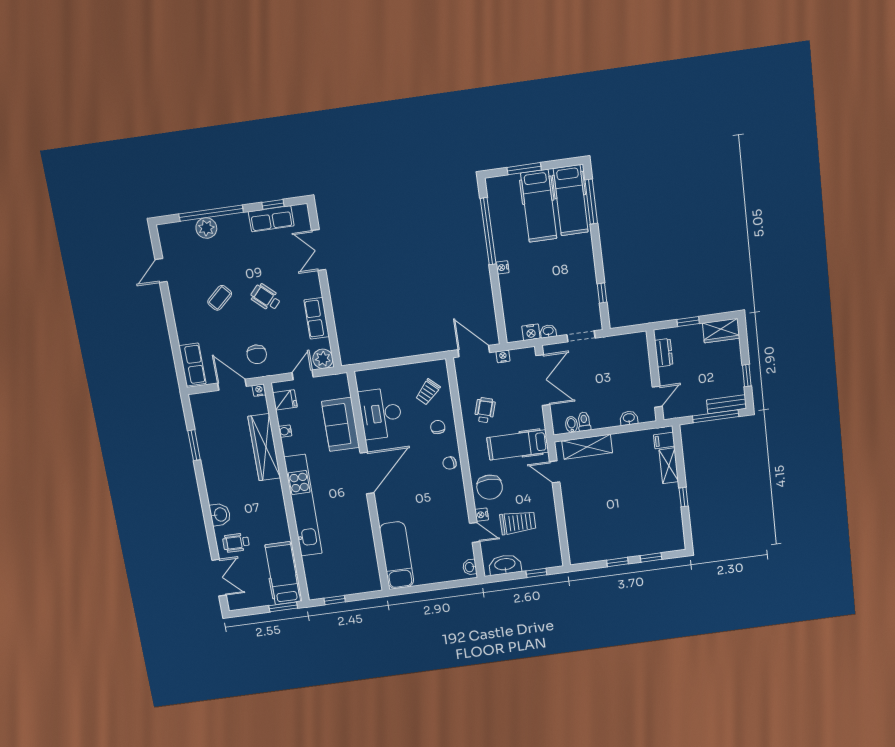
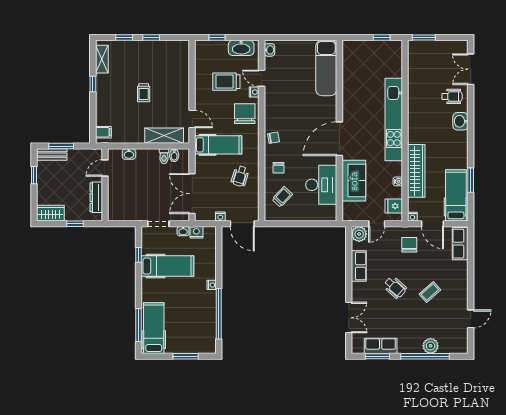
window: (273, 204) -> (377, 356), width x1.50
hospital bed: (539, 206) -> (167, 266), moved, turned 90
dresser: (664, 353) -> (96, 197), width x1.44
window: (716, 416) -> (61, 146), width x0.69
shelving: (669, 466) -> (102, 59), moved
trolley: (619, 495) -> (144, 93), added
hospital bed: (283, 573) -> (456, 195), moved, turned 180

